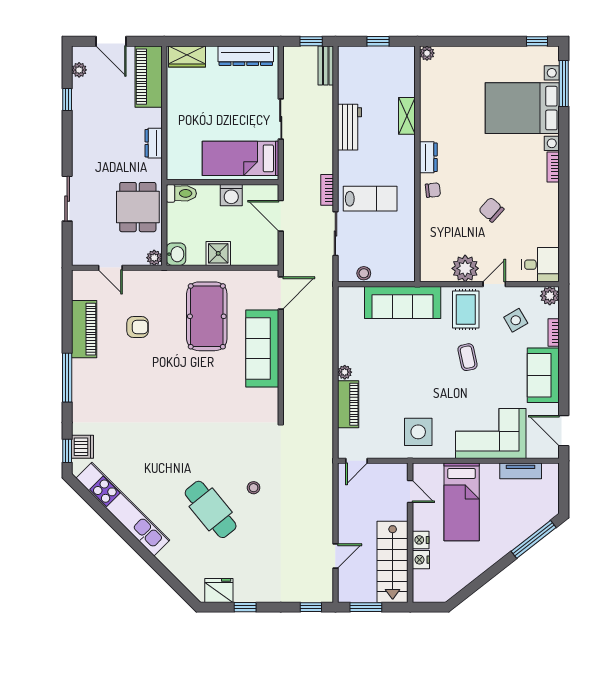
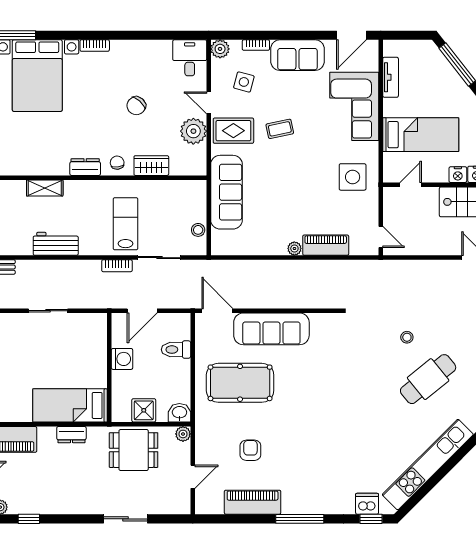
bed: (241, 158) -> (70, 405), moved, turned 90
toilet: (181, 193) -> (176, 350), moved, turned -90
wardrobe: (430, 225) -> (151, 166), added
shower: (218, 253) -> (144, 410), moved
side table: (516, 320) -> (244, 82), turned 45

